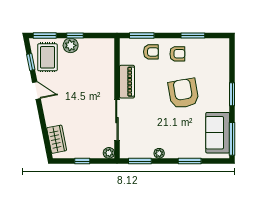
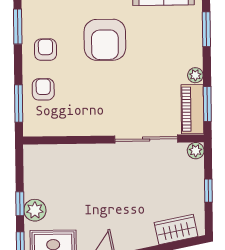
piano: (127, 82) -> (192, 109), moved, turned -90
armchair: (183, 93) -> (105, 40), turned -80

